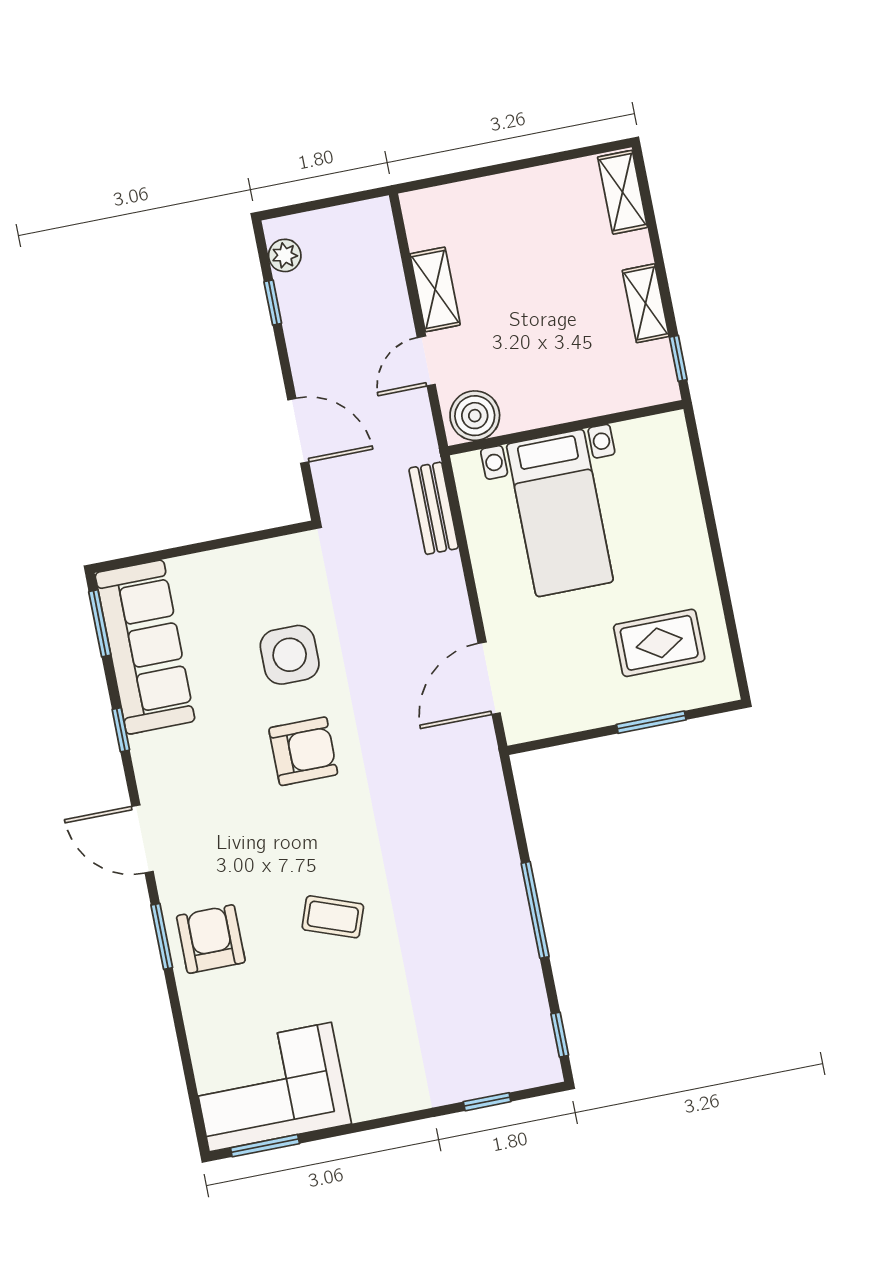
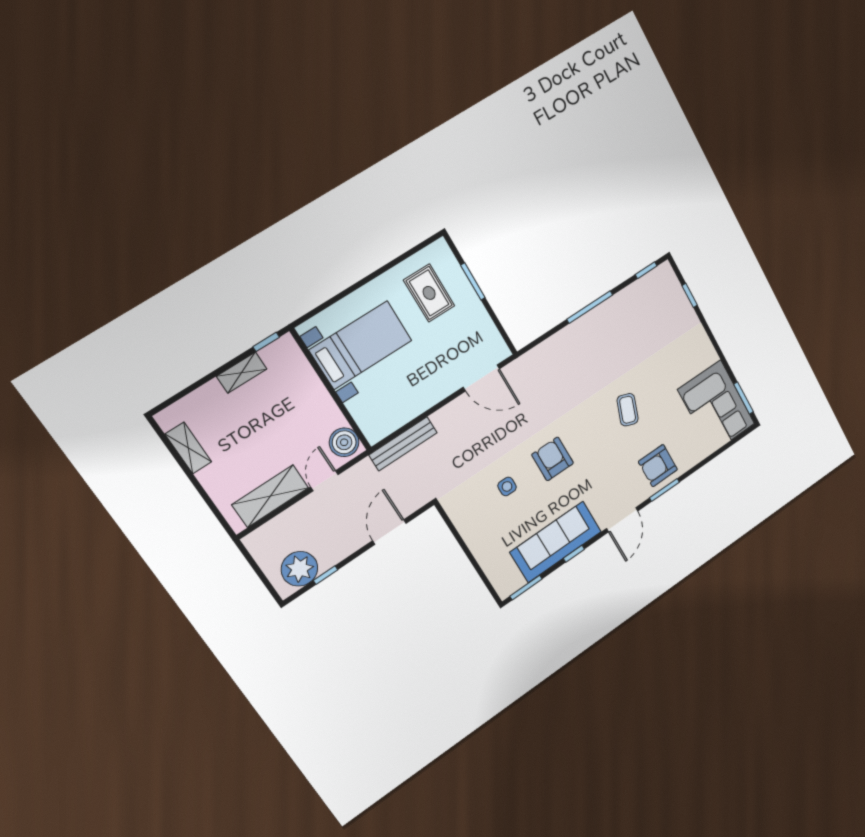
shelving: (622, 192) -> (188, 448), moved, turned 90
plant: (285, 255) -> (299, 569), width x1.88, depth x1.88
shelving: (435, 289) -> (270, 496), width x1.50, depth x1.33
door: (426, 361) -> (324, 481), swing flipped
bench: (434, 508) -> (403, 444), width x1.36
bed with nightstands: (560, 513) -> (361, 345), moved
sofa: (145, 647) -> (556, 542), moved
side table: (290, 655) -> (507, 486), width x0.54, depth x0.54

